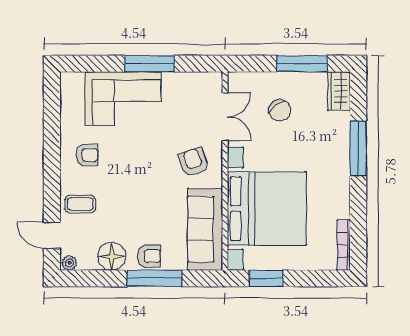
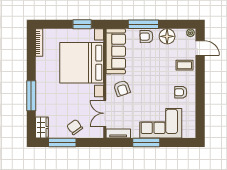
tv unit: (200, 80) -> (118, 134), added
chair: (280, 110) -> (75, 127), moved

